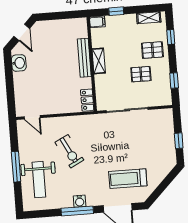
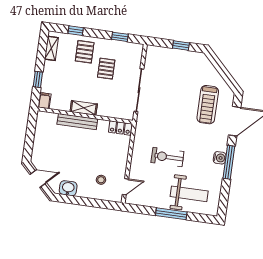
stool: (34, 93) -> (101, 180), added
exercise bike: (69, 151) -> (167, 157), turned -153

